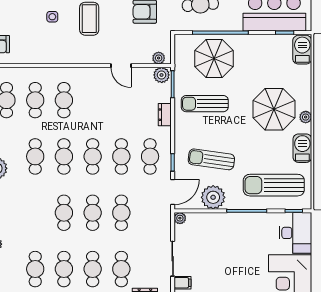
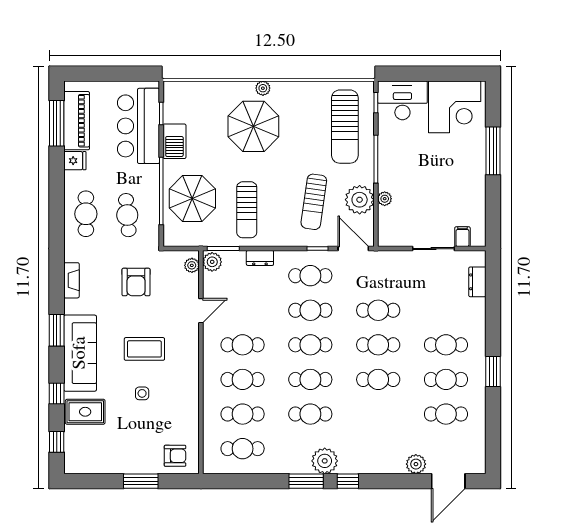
barbecue: (302, 50) -> (174, 141), moved, turned -90
barbecue: (302, 148) -> (300, 92), removed
plant: (180, 218) -> (385, 199), moved
cafe table: (121, 269) -> (243, 345), moved

